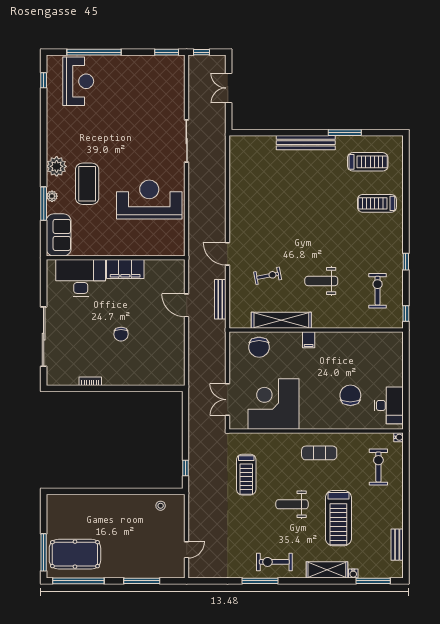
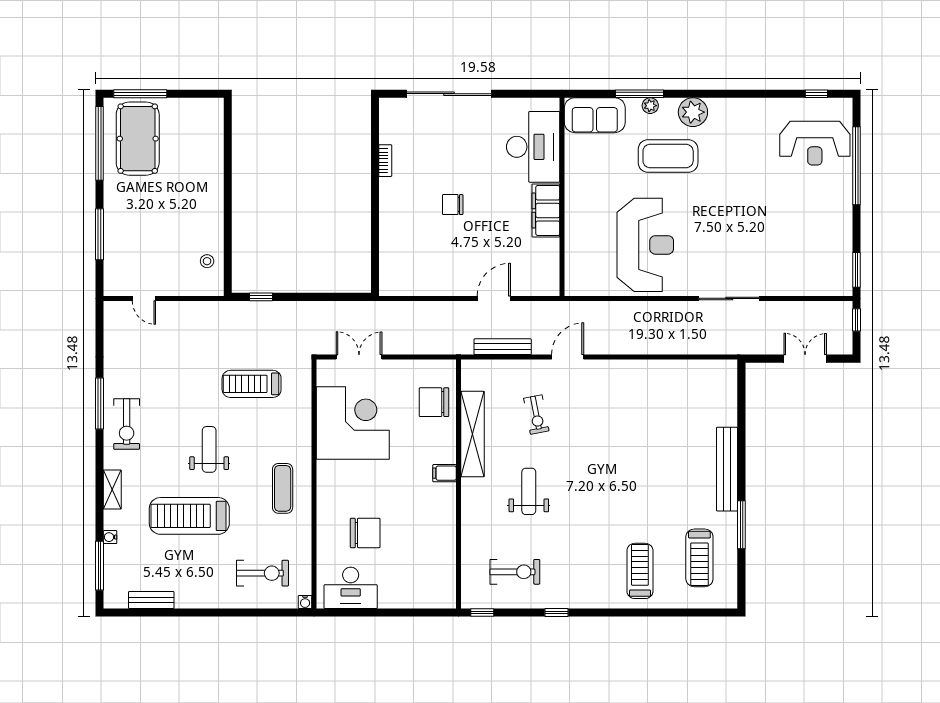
exercise bike: (274, 562) -> (127, 424), turned 180
shelving: (327, 570) -> (112, 490), width x0.67, depth x0.75

